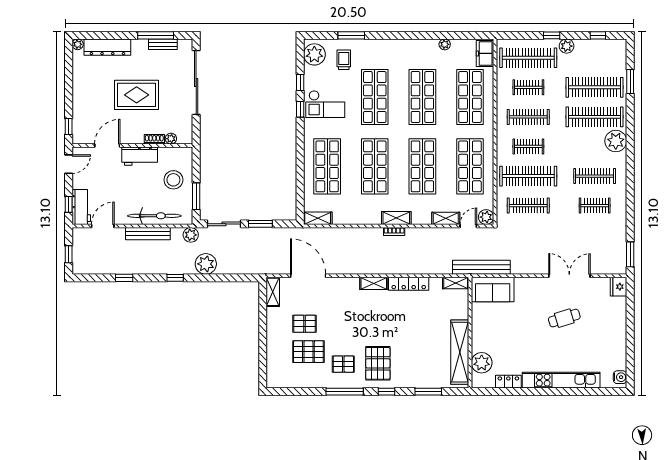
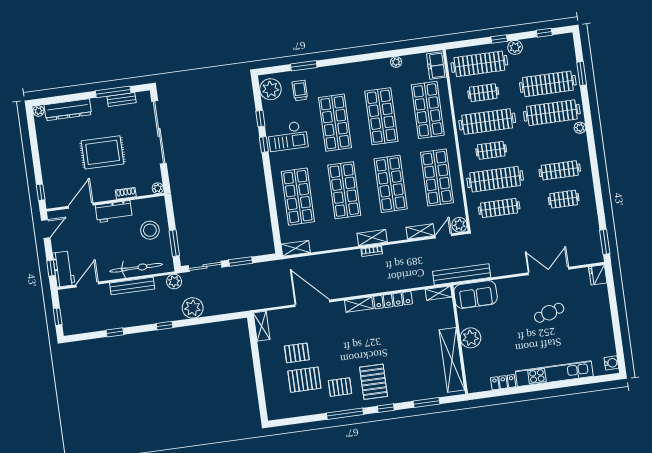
clothes rail: (528, 117) -> (487, 122), width x1.37, depth x1.31
plant: (171, 139) -> (158, 188), moved
plant: (616, 141) -> (580, 128), width x0.53, depth x0.53
door: (308, 276) -> (312, 303), moved
plant: (482, 363) -> (471, 338), moved

